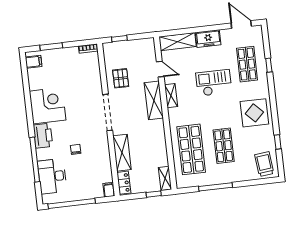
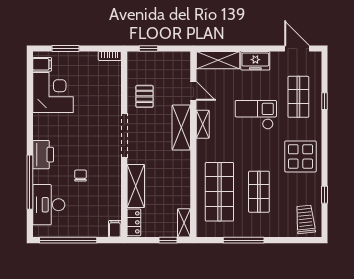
corner desk: (48, 106) -> (53, 93), moved

